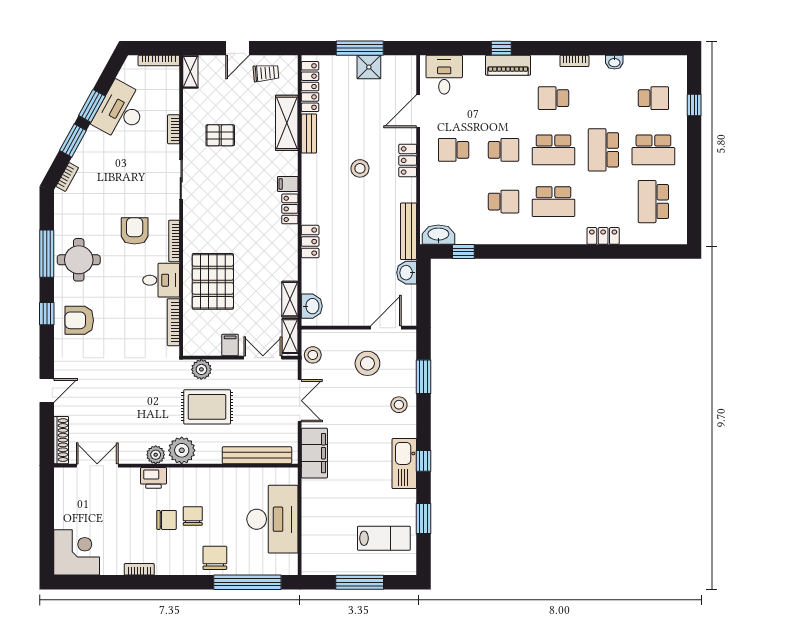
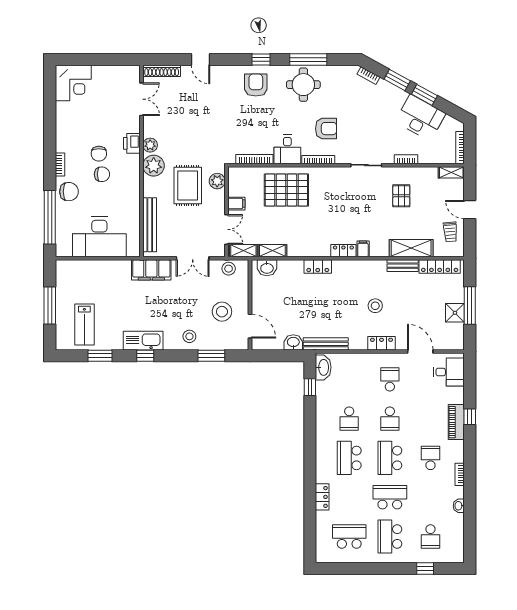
bookcase: (139, 569) -> (60, 165), moved

